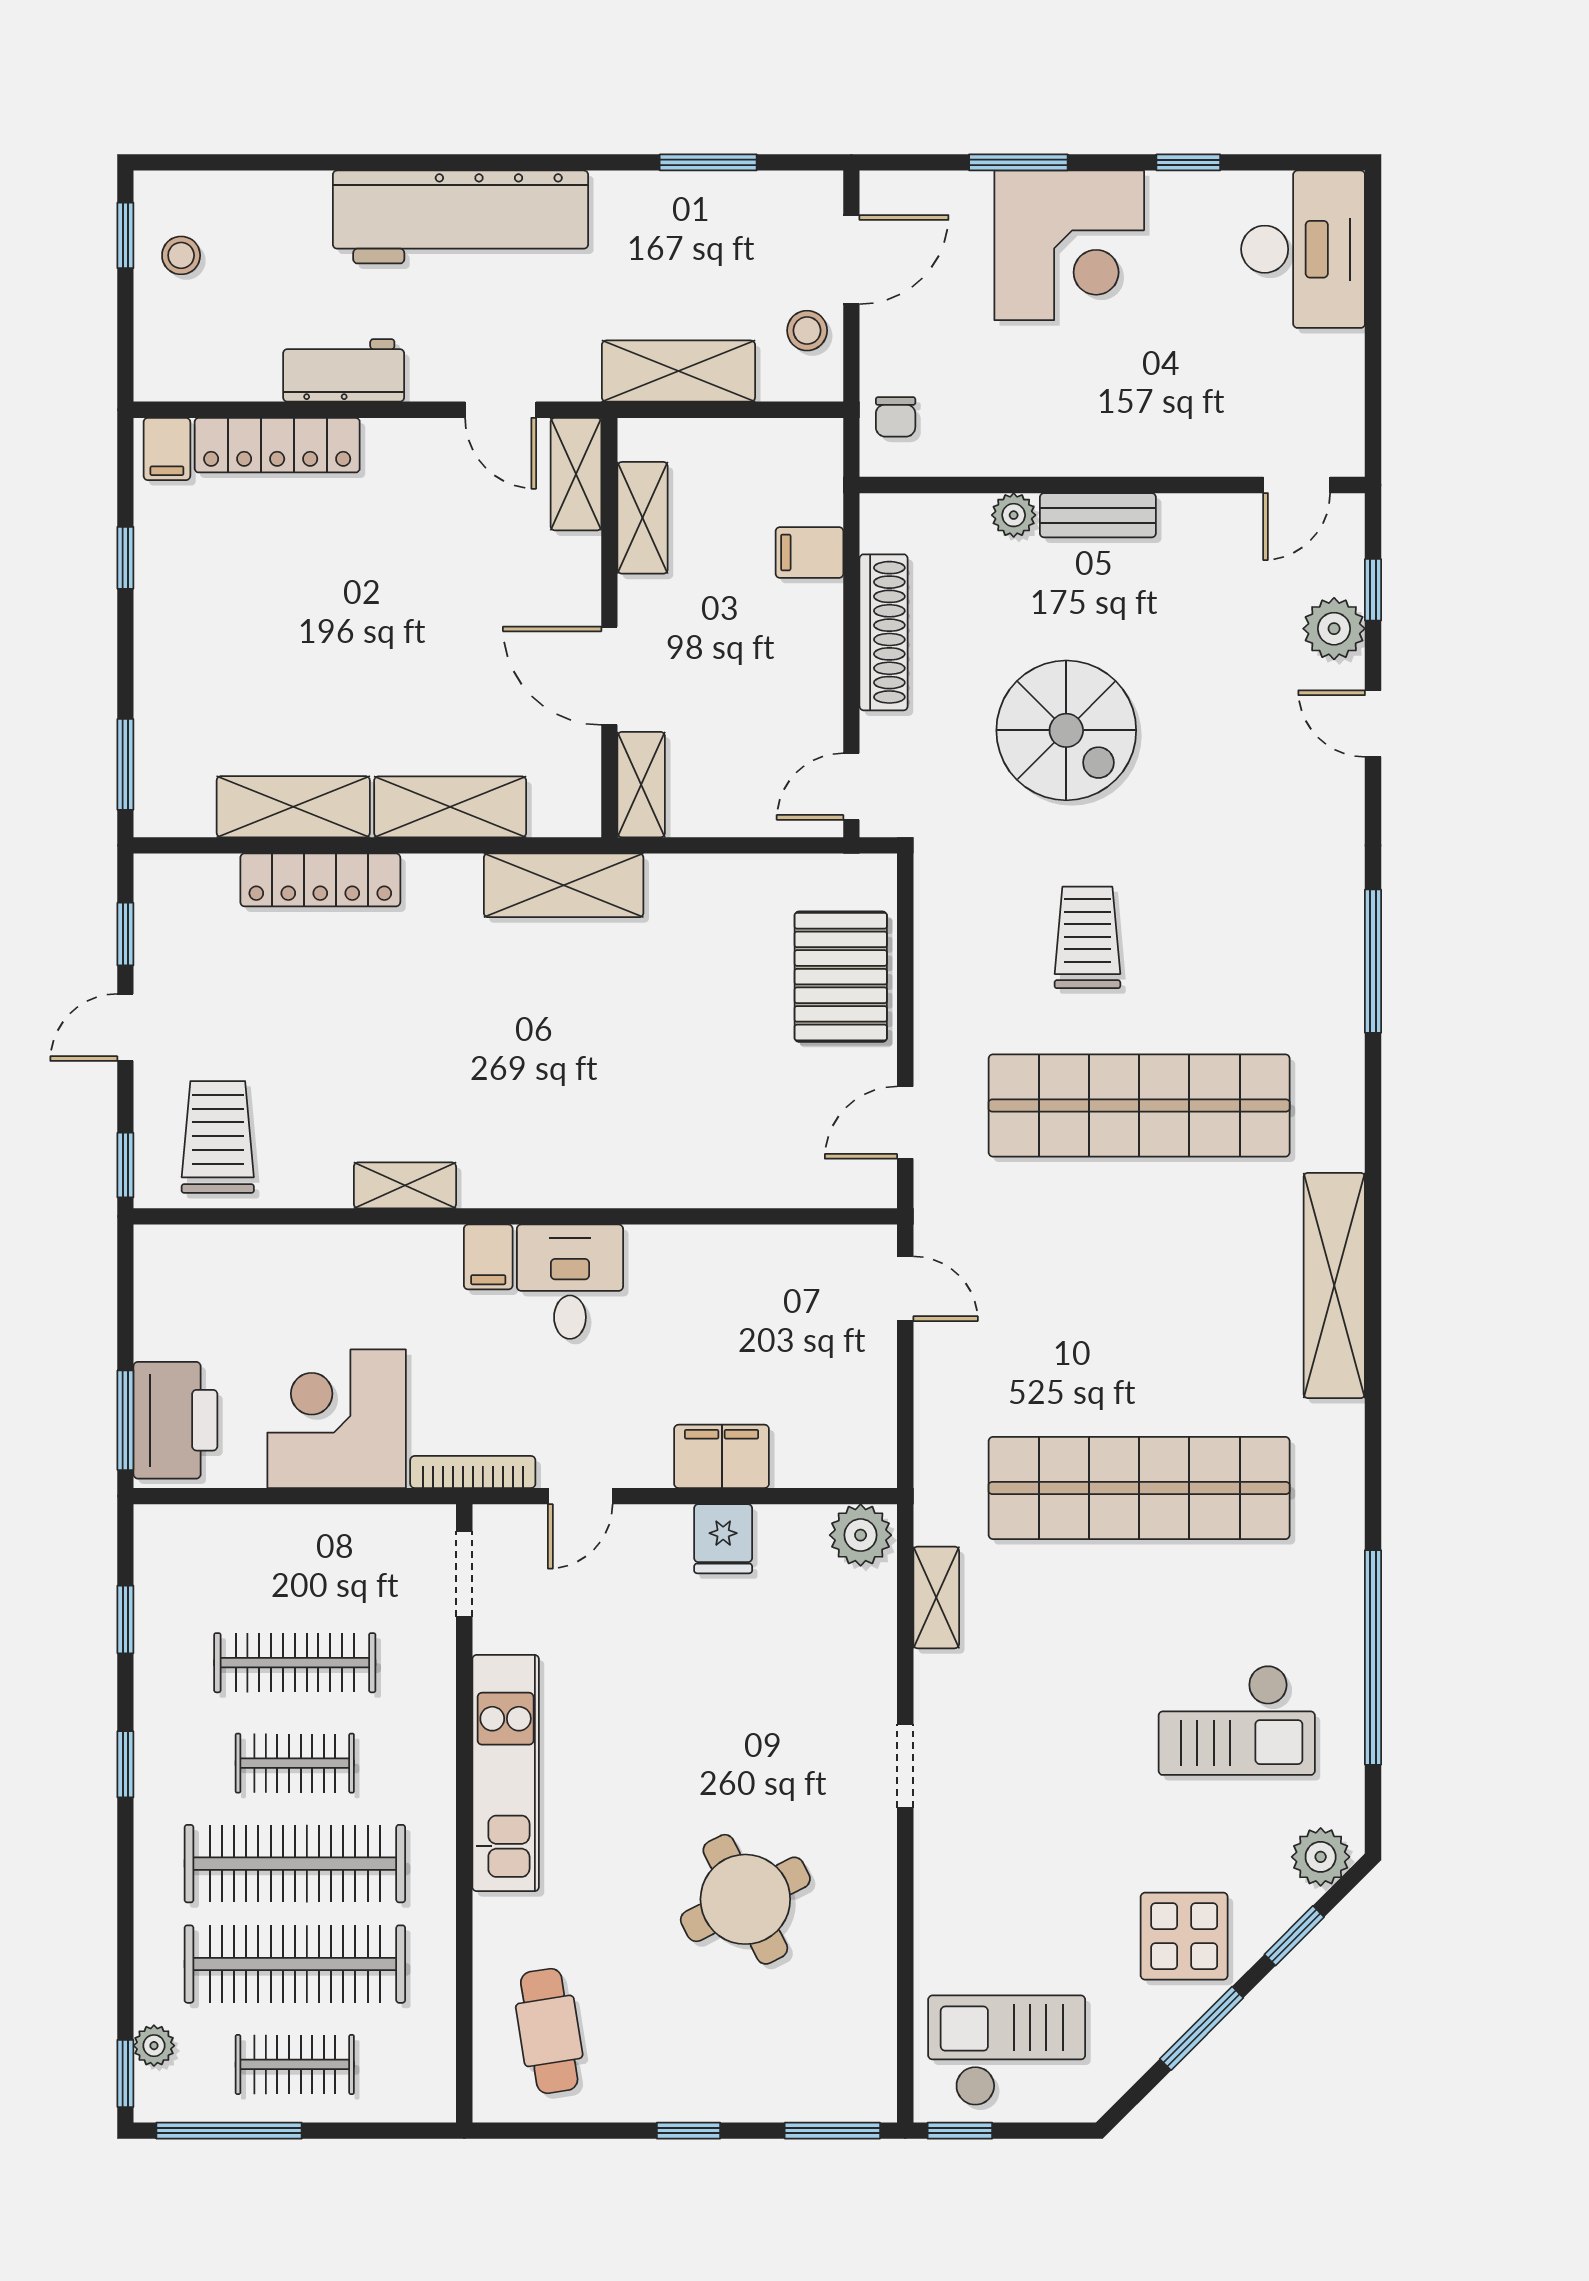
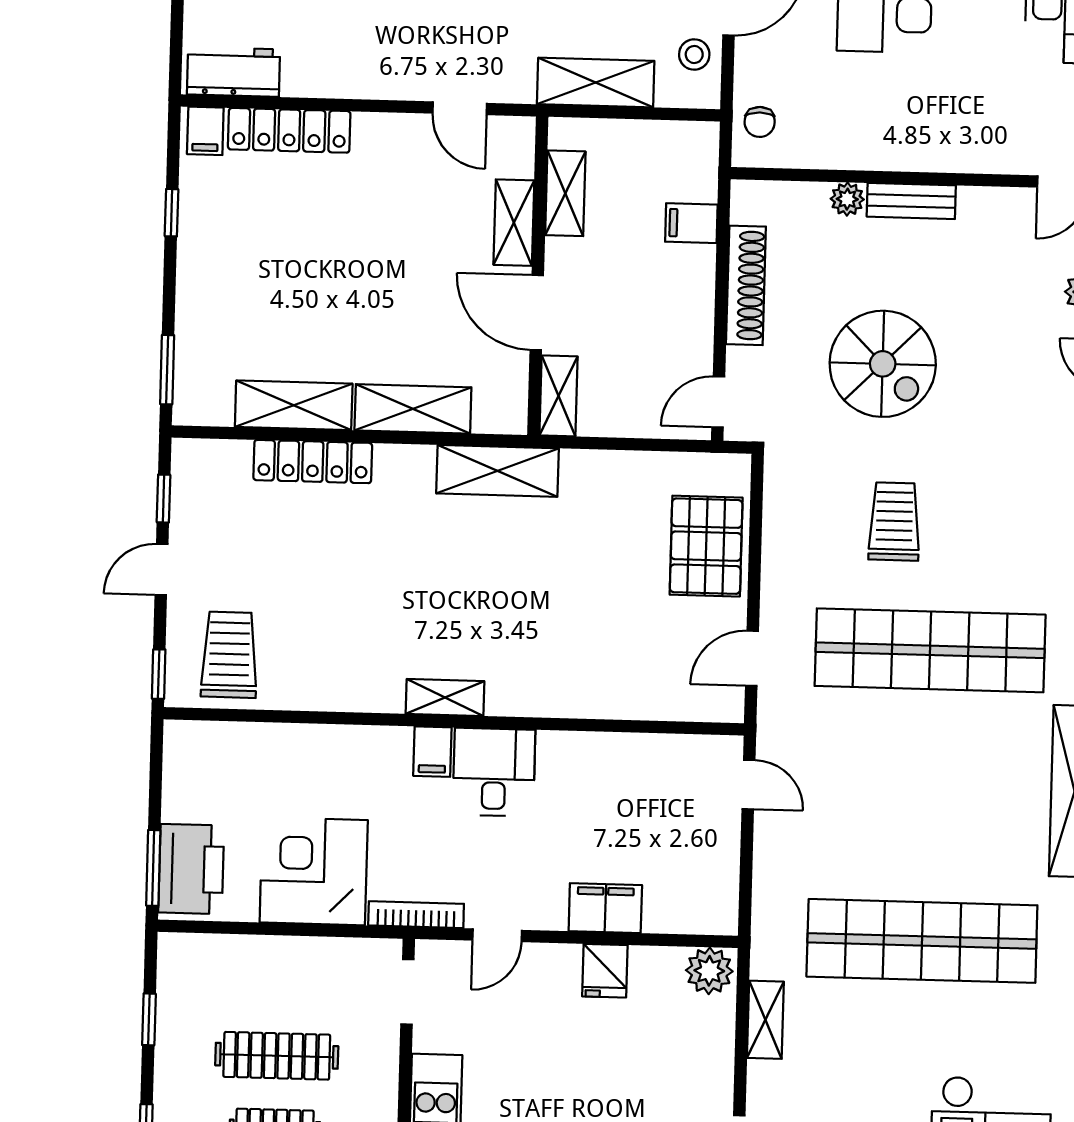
workbench: (344, 370) -> (233, 72), moved
shelving: (576, 474) -> (514, 223), moved
shelving: (405, 1185) -> (445, 698), moved

